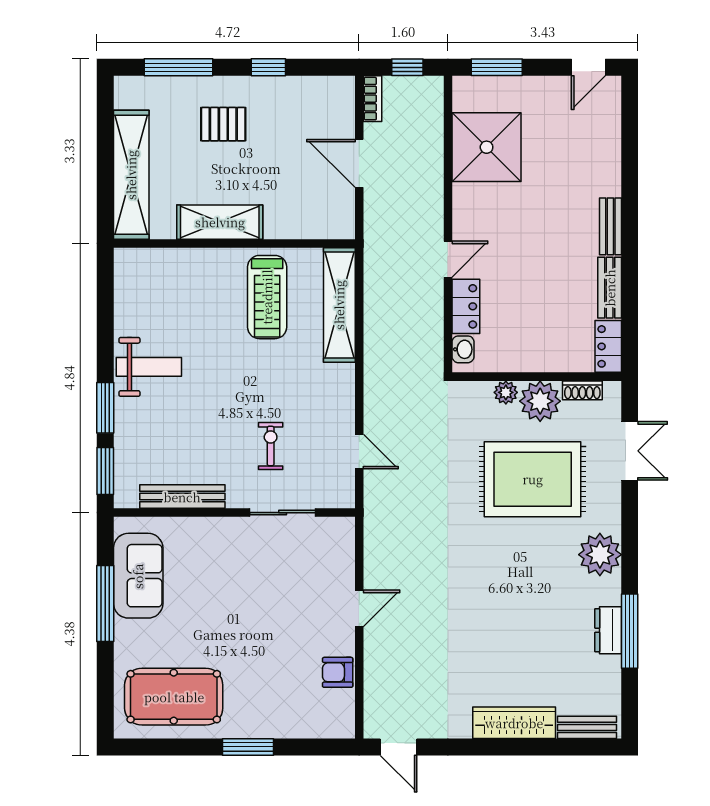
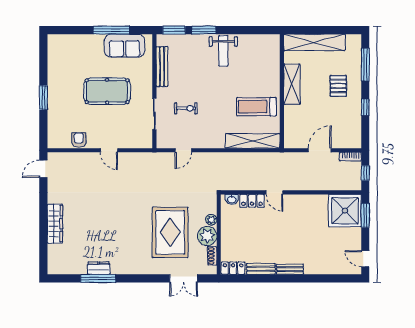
shower: (487, 147) -> (345, 211), moved
plant: (600, 555) -> (135, 264), removed
pool table: (174, 697) -> (107, 91), moved, turned 90
bench: (587, 727) -> (53, 258), removed

